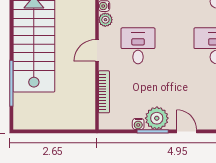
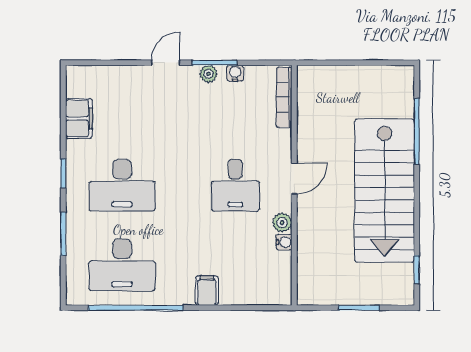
bookcase: (104, 92) -> (284, 97), moved
plant: (157, 118) -> (209, 74), width x0.53, depth x0.53
door: (187, 131) -> (166, 63), swing flipped

